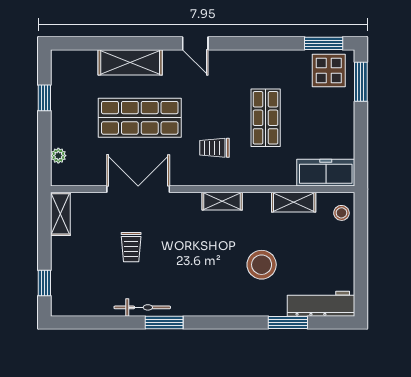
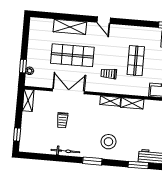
window: (44, 98) -> (23, 66), moved
shelving: (294, 202) -> (132, 103), moved
stool: (262, 265) -> (108, 142), moved
window: (164, 323) -> (92, 161), moved

